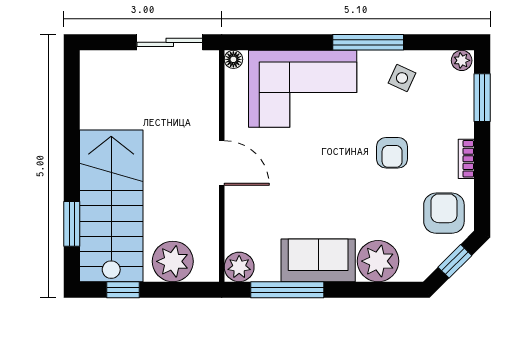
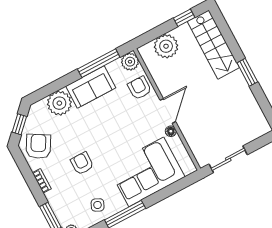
floor lamp: (233, 59) -> (171, 131), moved
door: (222, 163) -> (168, 111), swing flipped
stairs: (111, 206) -> (213, 45), width x0.73, depth x0.66
armchair: (444, 213) -> (38, 146), turned -150
armchair: (246, 220) -> (139, 88), added
window: (72, 224) -> (247, 72), moved

